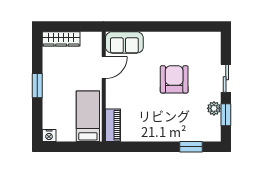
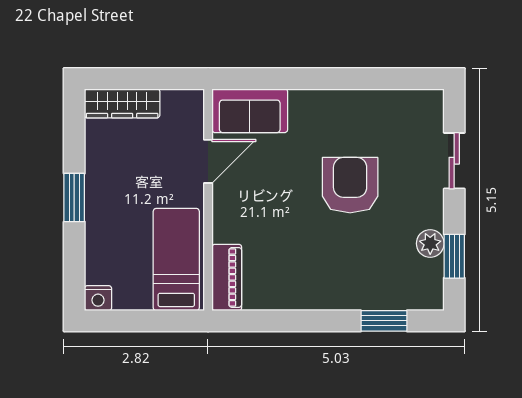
sliding door: (226, 78) -> (454, 161), moved

